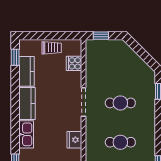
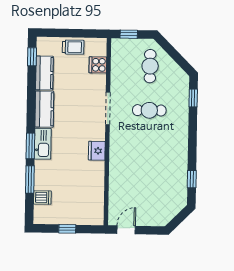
window: (15, 136) -> (30, 146), added
cafe table: (120, 142) -> (150, 66), moved, turned 90

